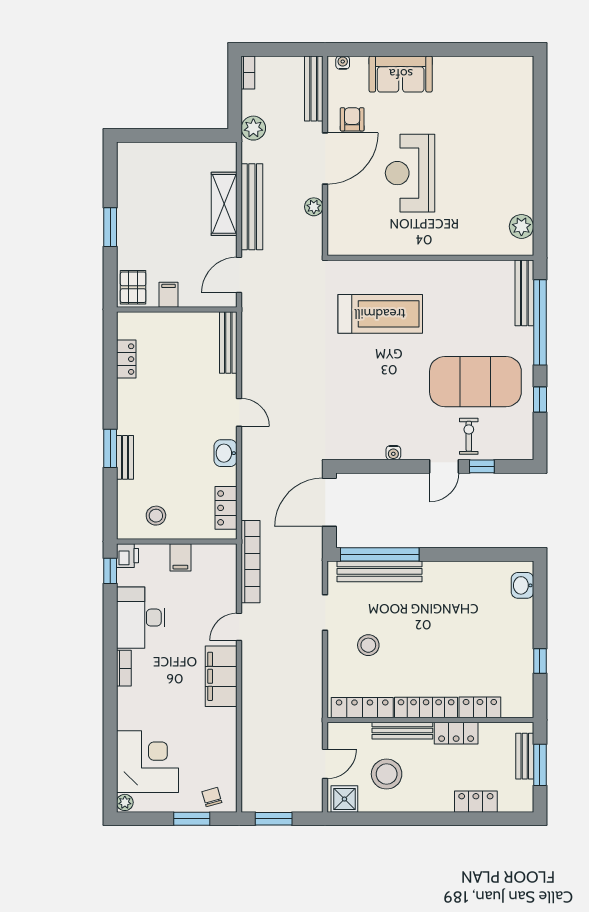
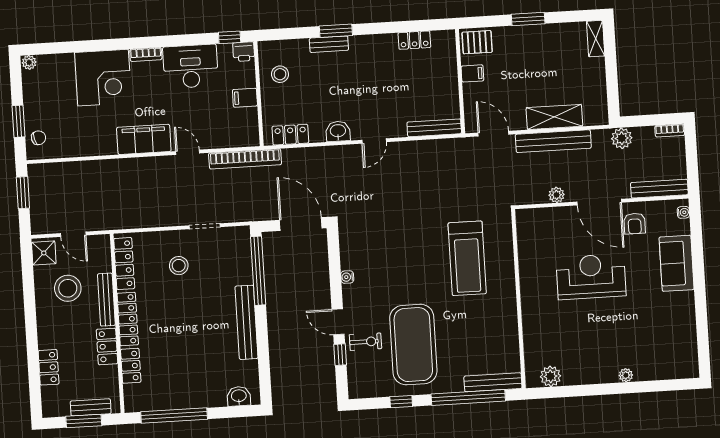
armchair: (352, 119) -> (635, 224), turned 90
plant: (526, 140) -> (626, 375), added
shelving: (137, 151) -> (596, 39), added
bench: (379, 571) -> (246, 322), moved
window: (540, 661) -> (174, 415), width x3.17
corner desk: (147, 762) -> (103, 78), moved

